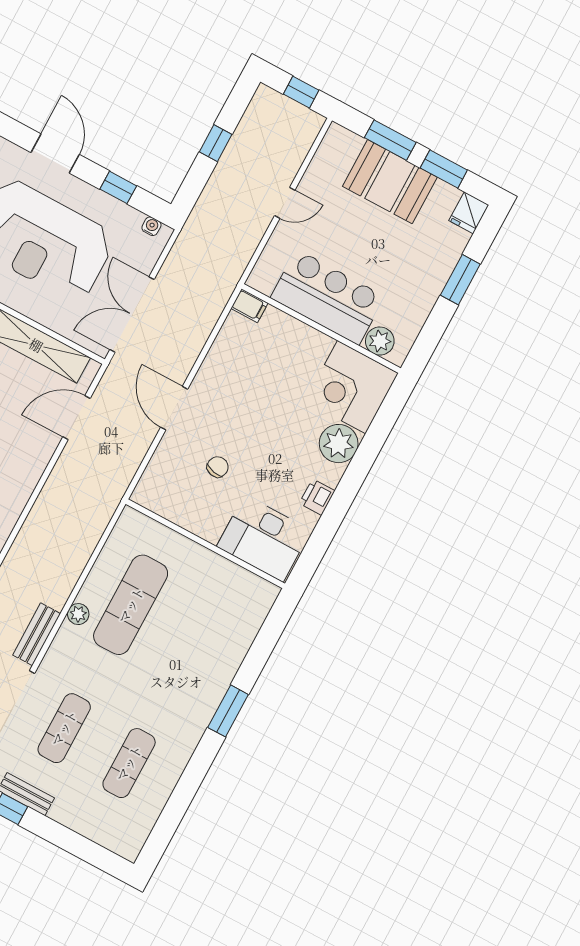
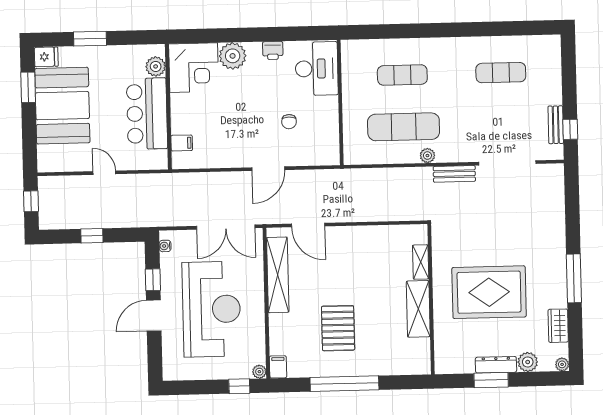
window: (390, 140) -> (29, 130), removed
door: (55, 153) -> (154, 316), moved
booth: (390, 182) -> (62, 106), width x1.36, depth x1.42
filing cabinet: (249, 306) -> (182, 143), moved, turned 90
chair: (218, 467) -> (289, 122), turned -103
window: (228, 711) -> (434, 30), removed
exercise mat: (64, 728) -> (402, 75), moved

